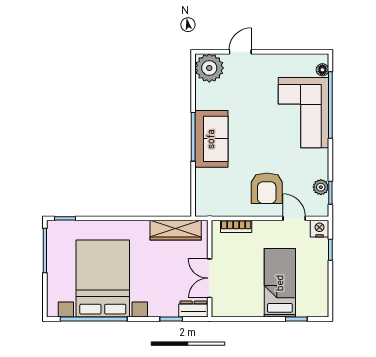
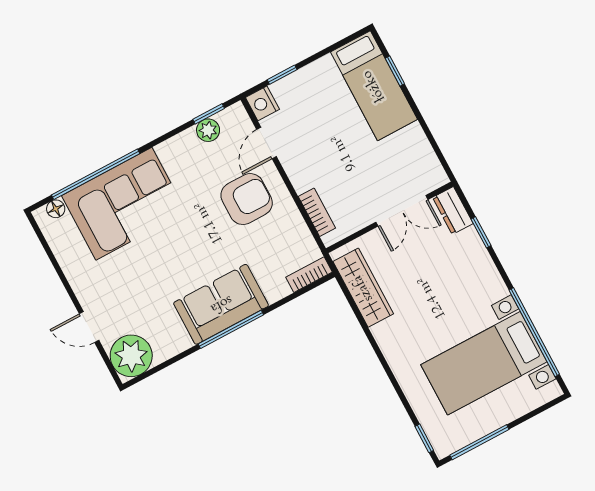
bookcase: (201, 202) -> (309, 275), added
bed with nightstands: (103, 279) -> (484, 363), width x0.73
bed: (280, 283) -> (374, 86), moved, turned -90

